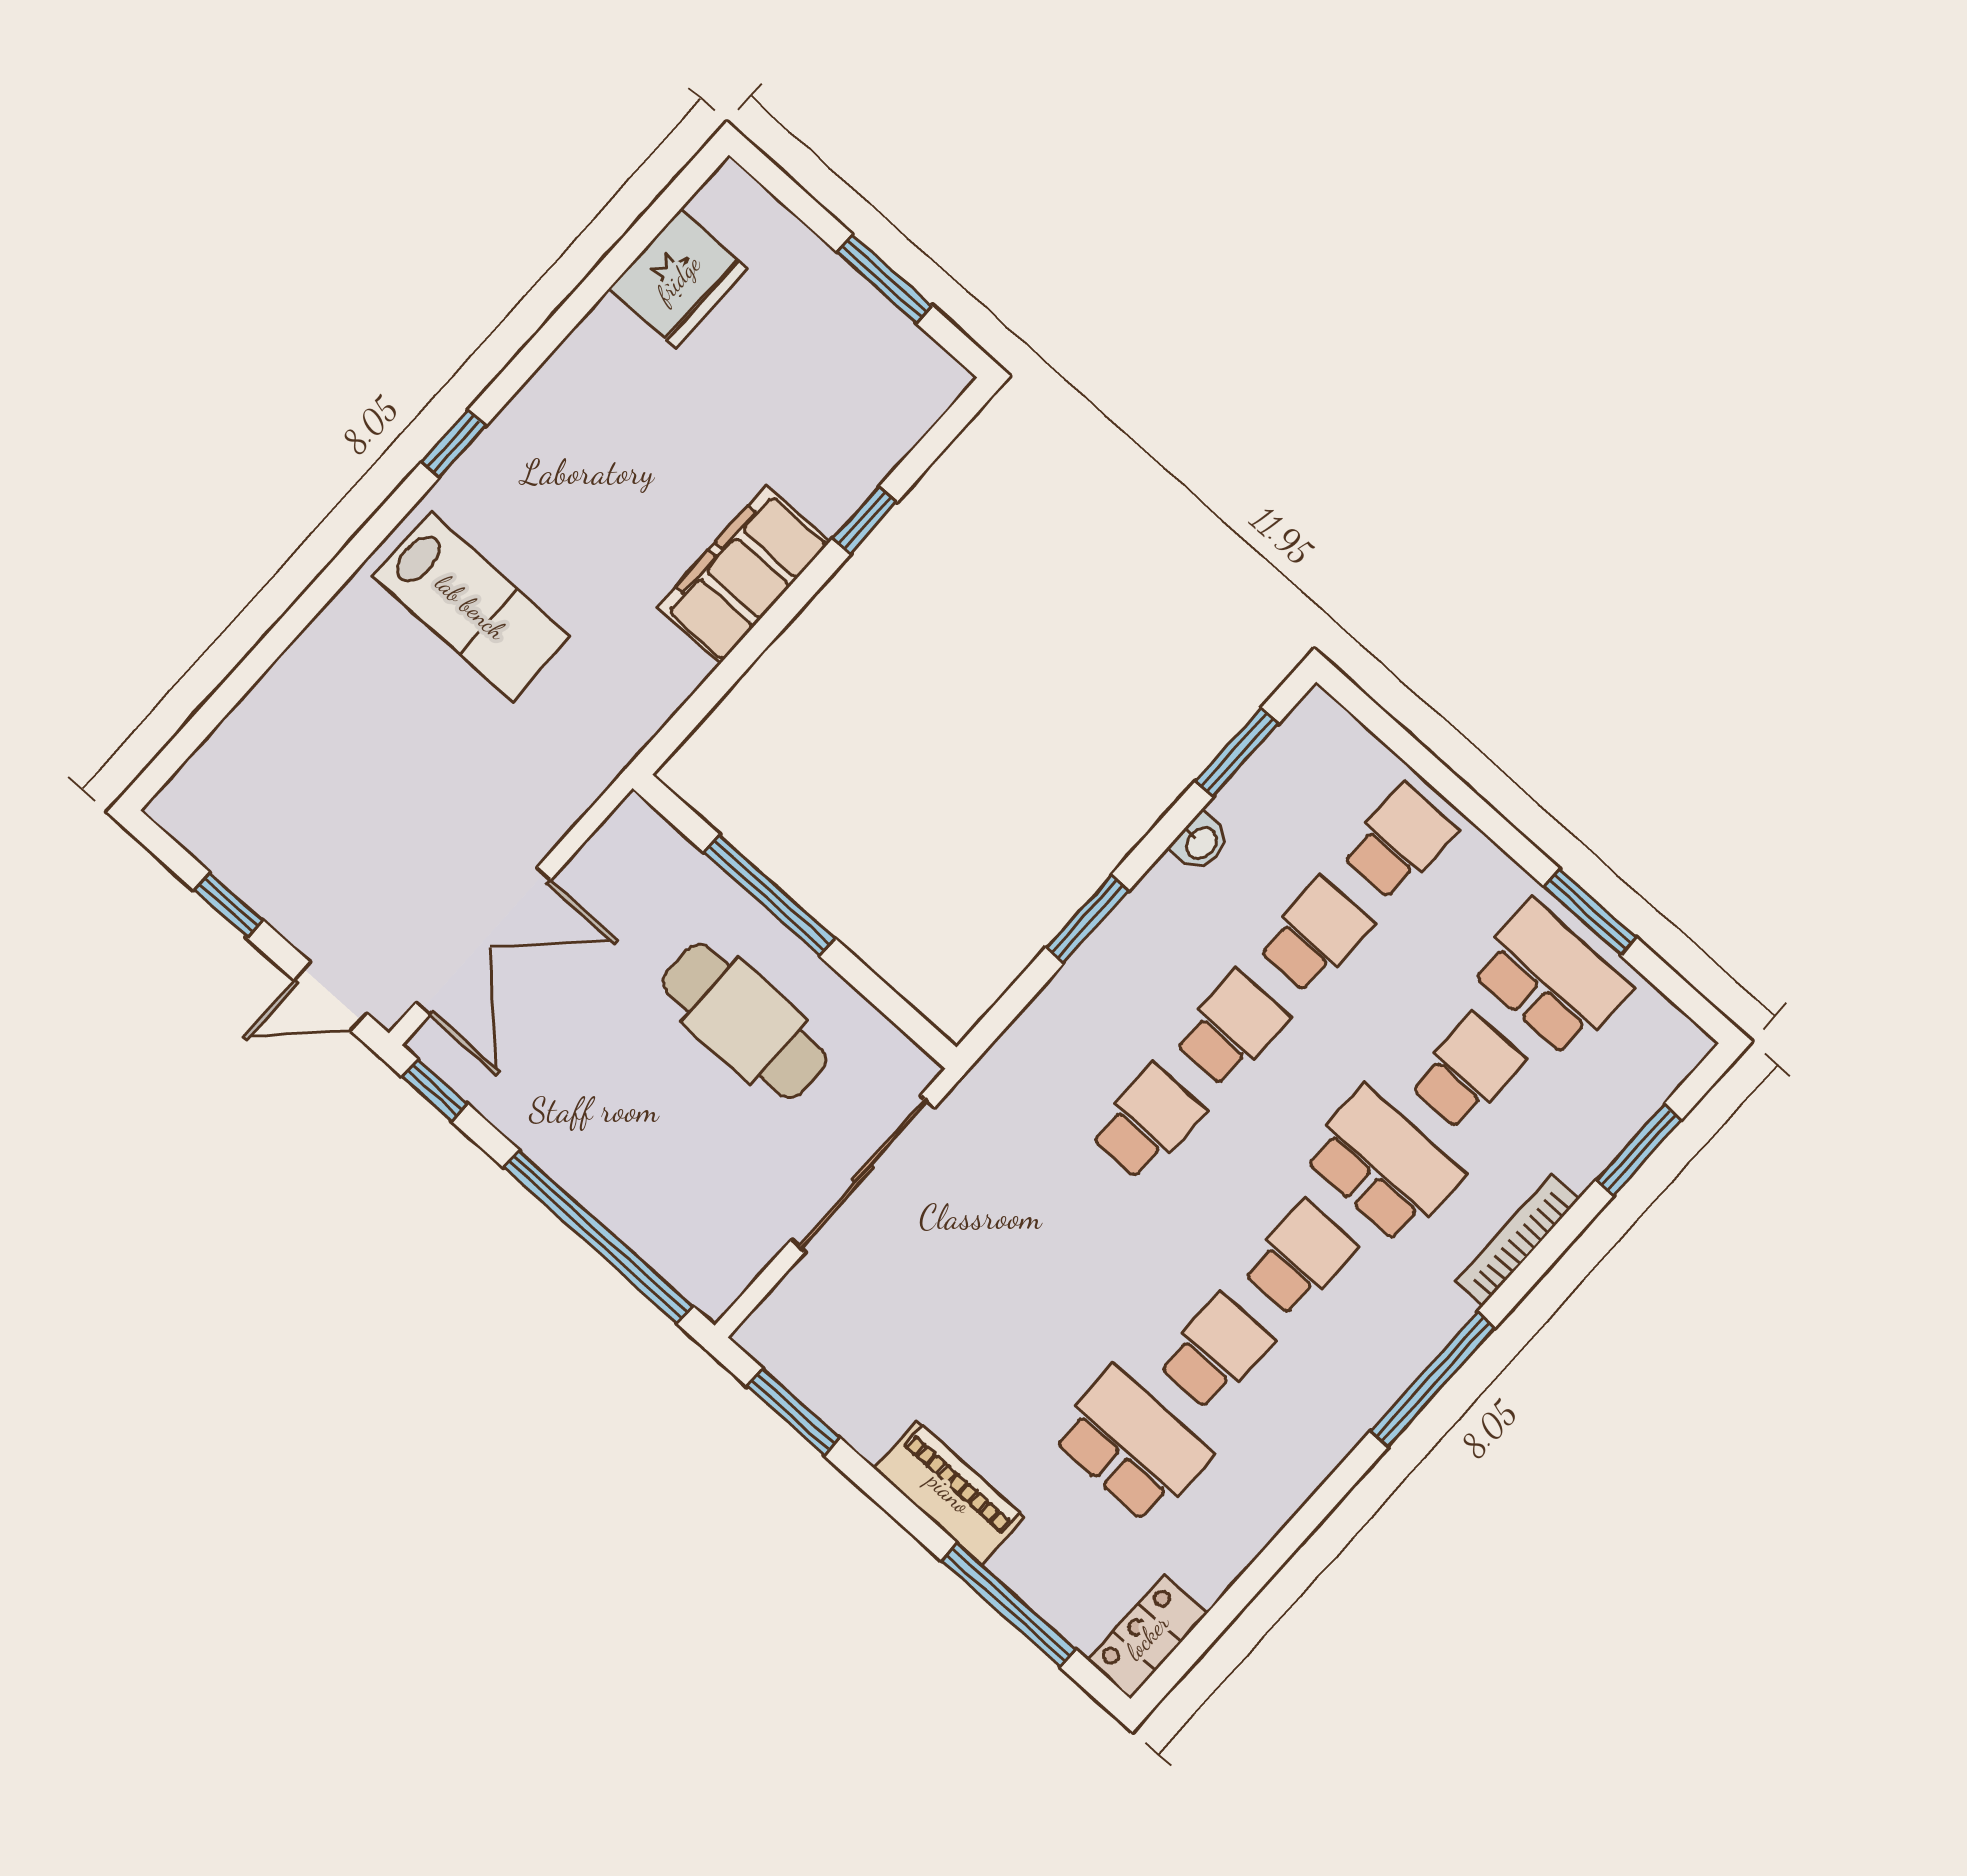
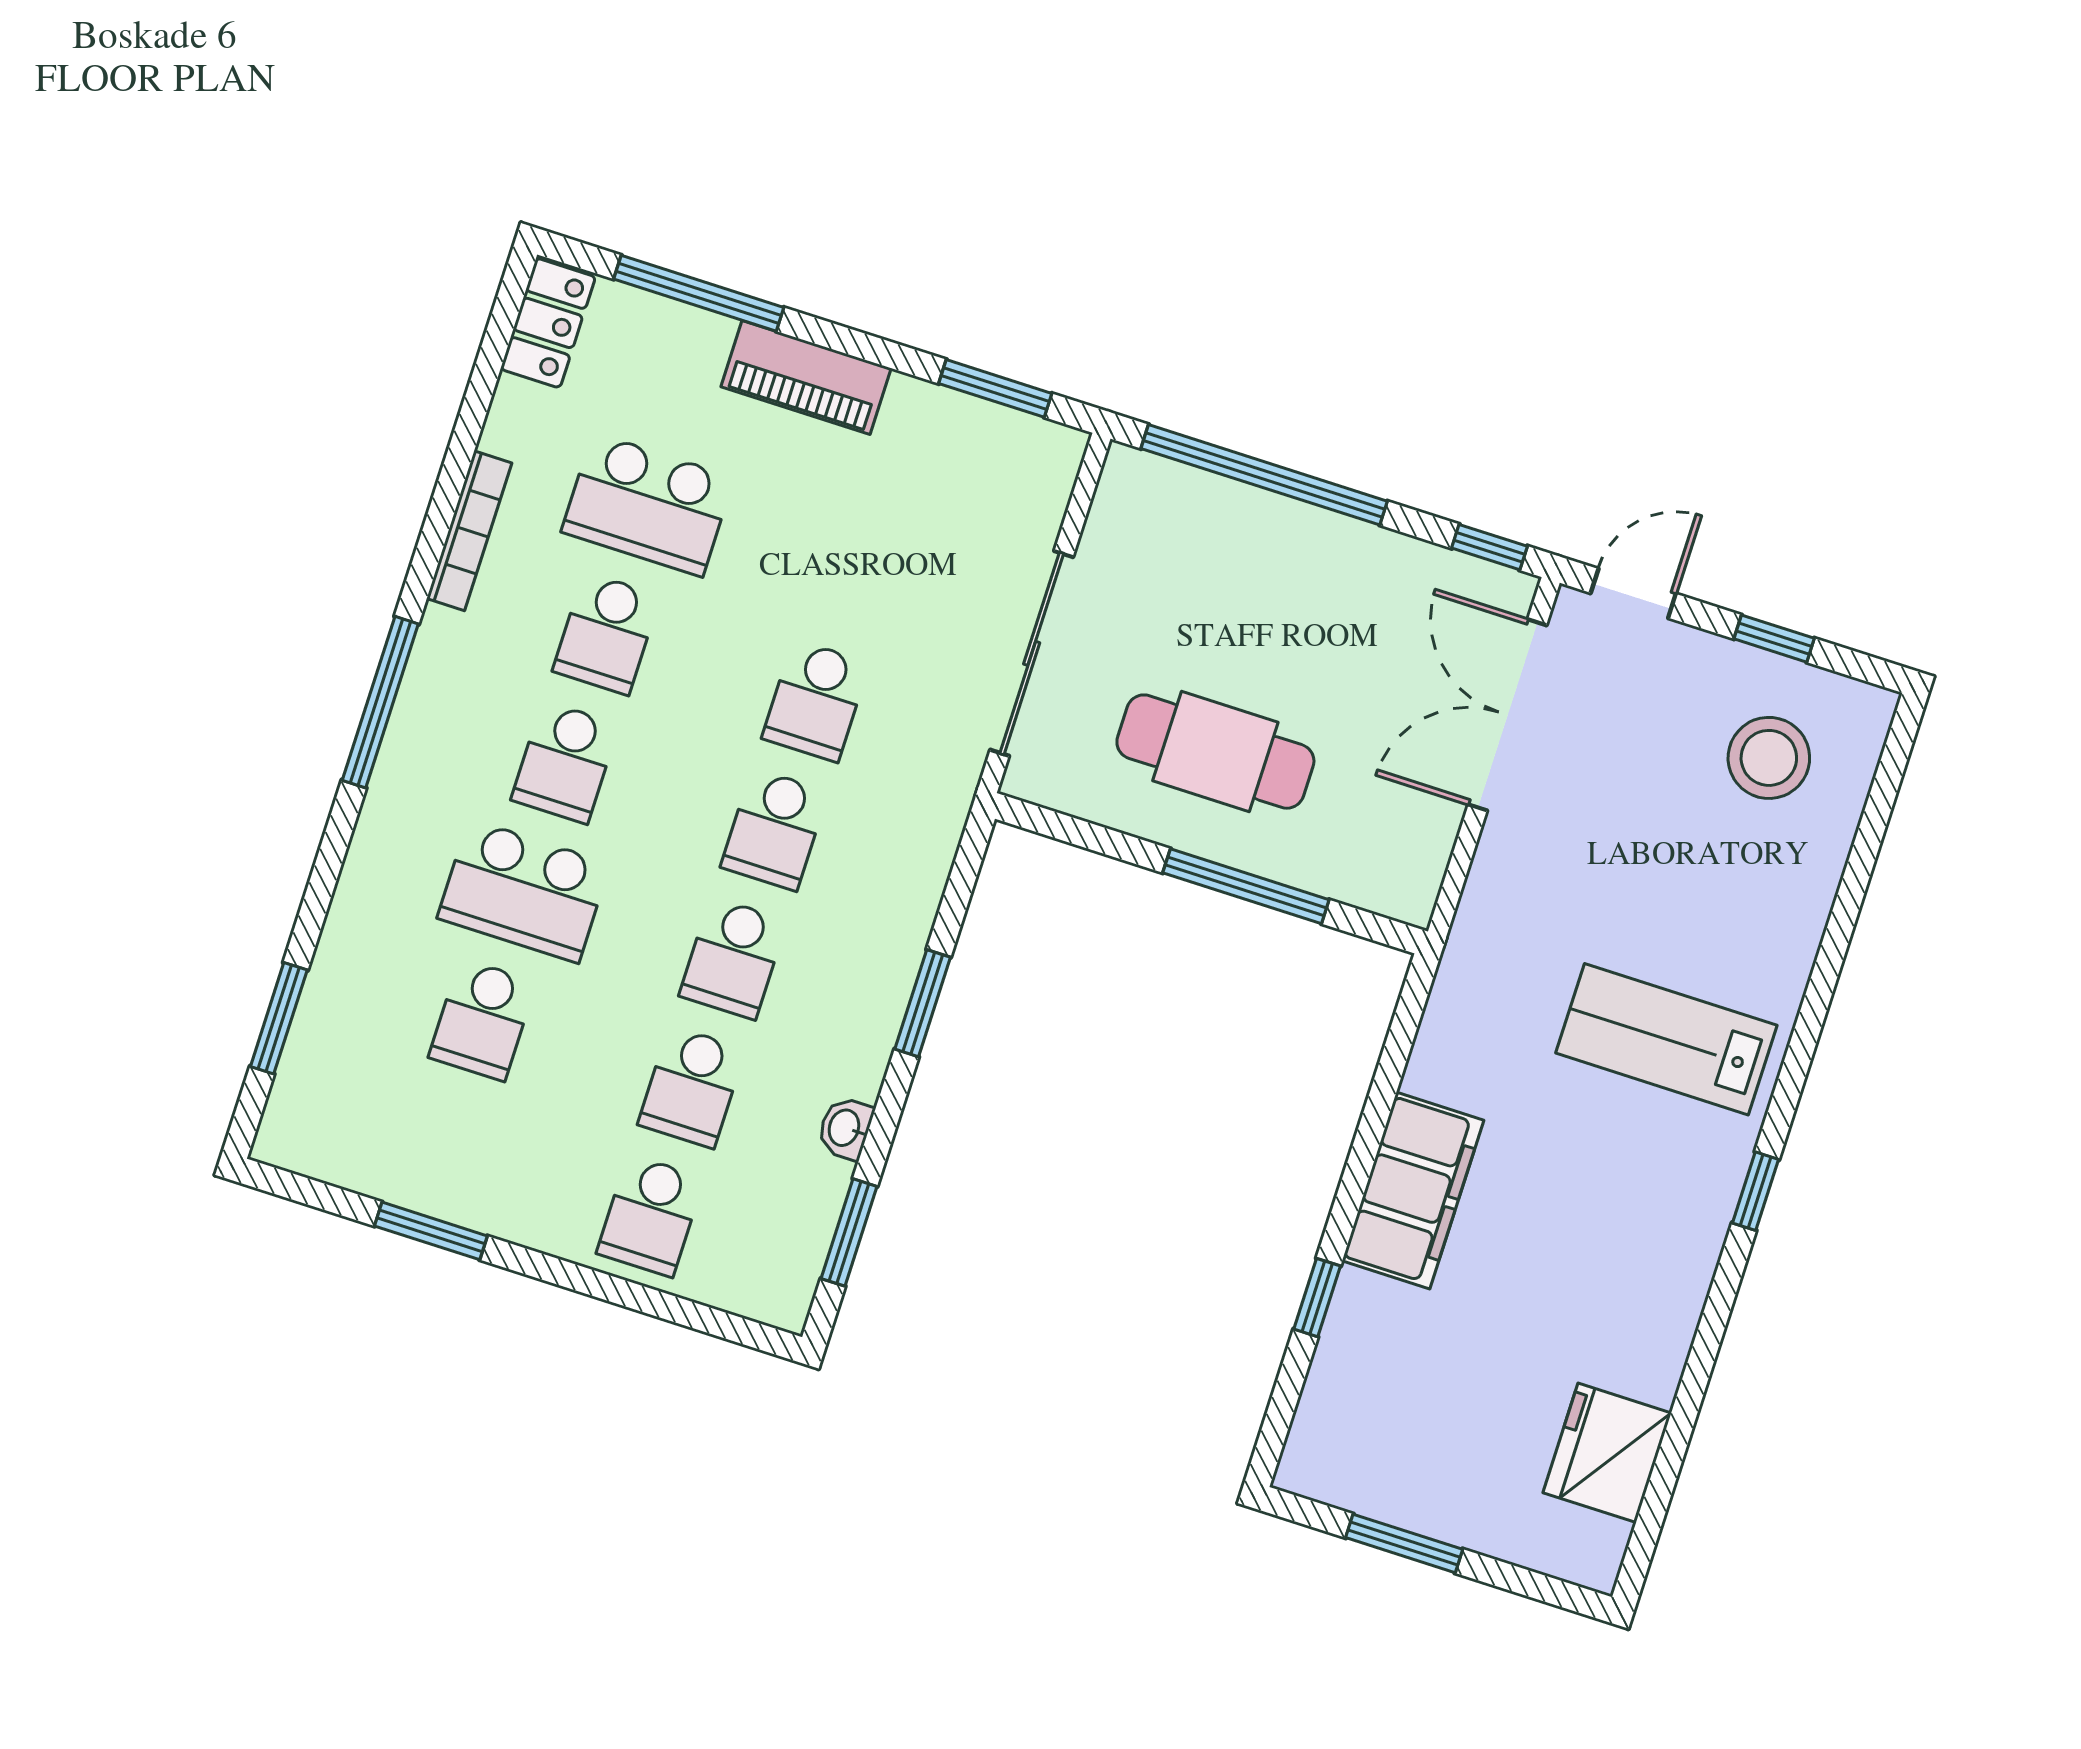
stool: (278, 806) -> (1769, 758), added
school desk: (1551, 978) -> (816, 701), moved, width x0.54
bookcase: (1517, 1240) -> (469, 531), moved

